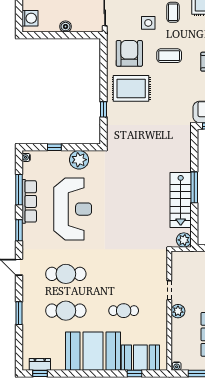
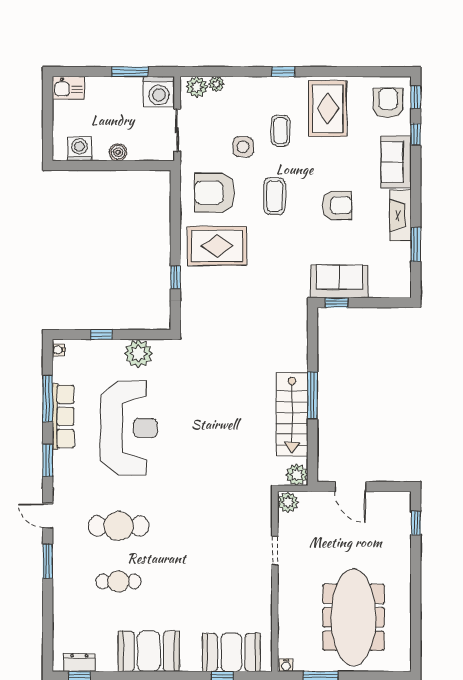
washing machine: (30, 18) -> (80, 149), moved, turned -90
armchair: (129, 53) -> (214, 193), turned -90
coffee table: (169, 56) -> (275, 196), turned 90
cafe table: (66, 311) -> (119, 581), width x0.73, depth x0.74
cafe table: (124, 311) -> (206, 581), removed
plant: (178, 311) -> (288, 502), moved
window: (19, 313) -> (48, 561), moved
booth: (93, 351) -> (149, 651), width x0.73, depth x0.70

